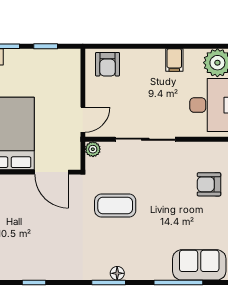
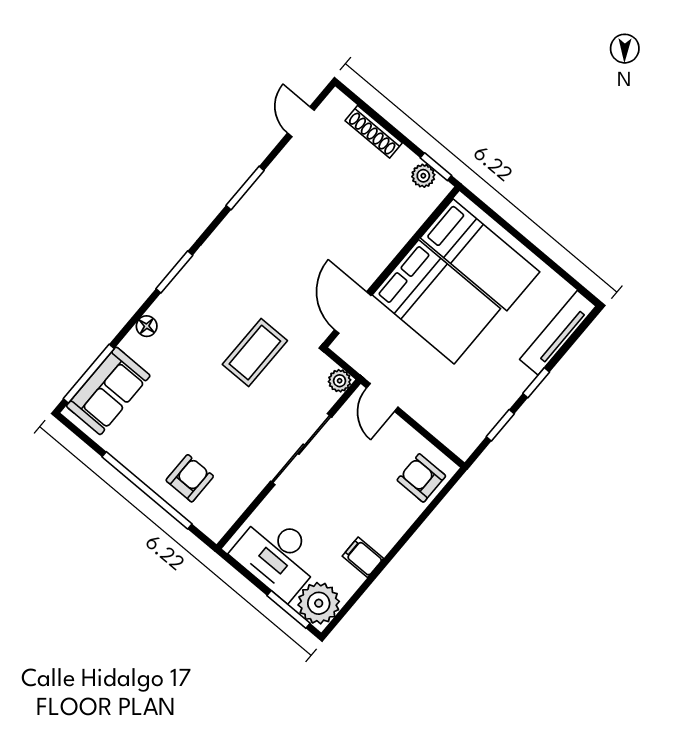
door: (52, 172) -> (353, 313), hinge flipped
floor lamp: (117, 273) -> (147, 326), moved
window: (34, 283) -> (245, 188), width x1.50
window: (178, 283) -> (89, 374), moved

